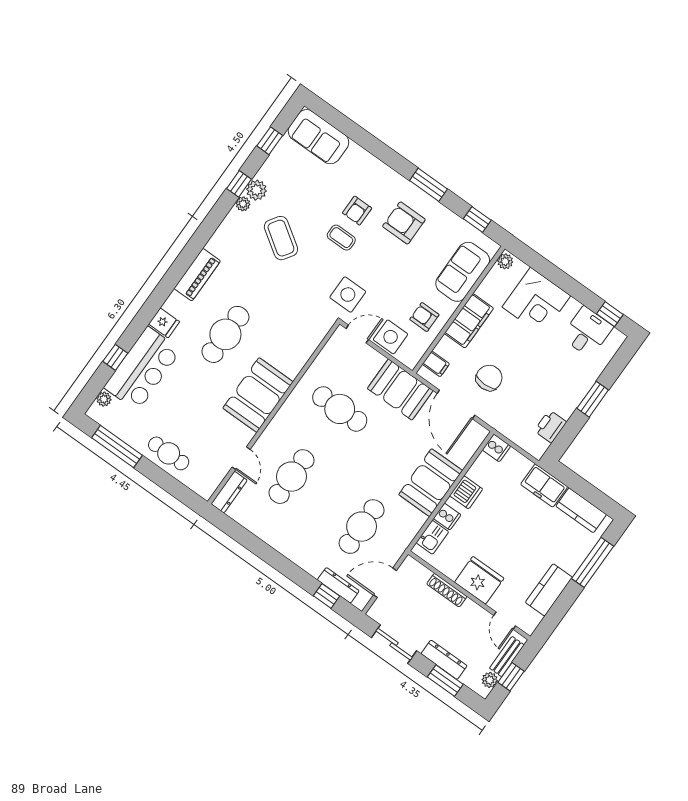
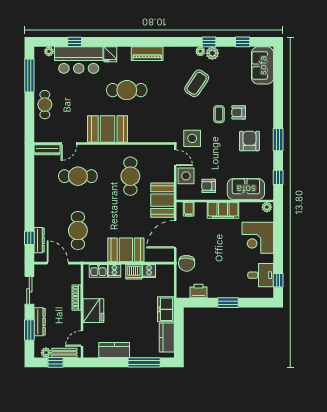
armchair: (424, 317) -> (209, 186), turned -90
chair: (489, 378) -> (187, 263), moved, turned 94
cooker: (496, 448) -> (149, 271), moved
cafe table: (362, 527) -> (78, 231), turned 90

